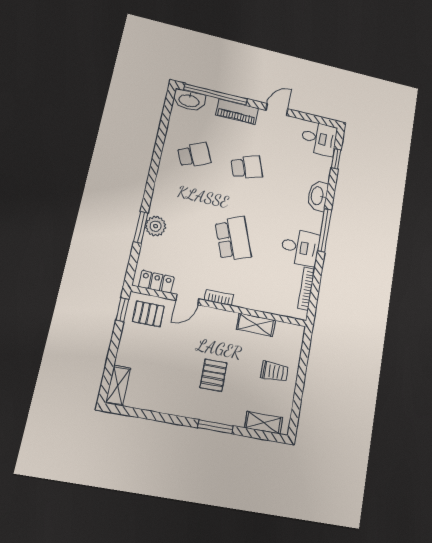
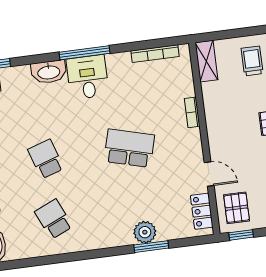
school desk: (233, 239) -> (129, 148), turned 36
desk: (300, 247) -> (88, 77), moved
bookcase: (219, 298) -> (192, 112), moved
shelving: (256, 325) -> (206, 61), moved

